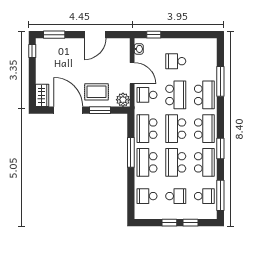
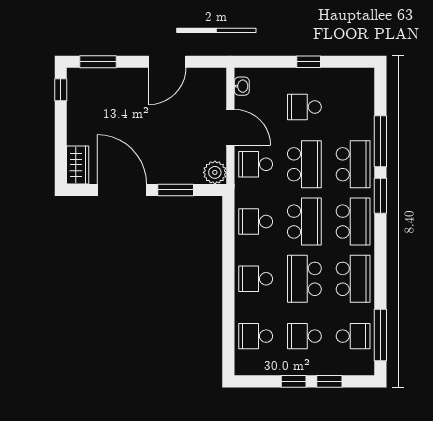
window: (154, 35) -> (309, 62), moved
rug: (96, 92) -> (170, 159), removed
school desk: (147, 129) -> (256, 222), width x0.54
school desk: (176, 129) -> (304, 222), turned 180
window: (220, 149) -> (380, 196), moved
window: (131, 152) -> (228, 262), removed
school desk: (147, 162) -> (256, 279), width x0.54
school desk: (176, 196) -> (304, 336), turned 180

